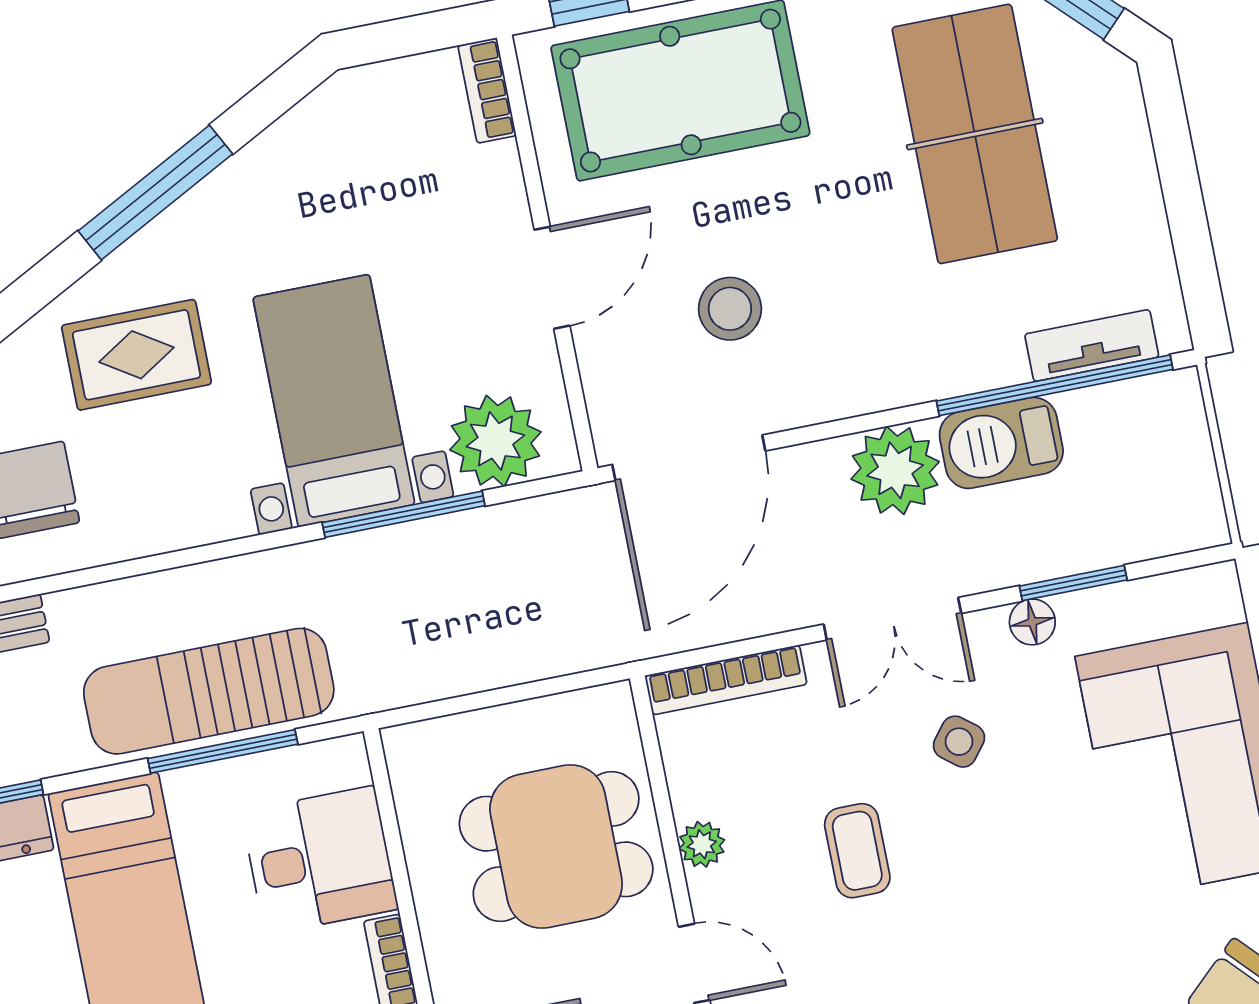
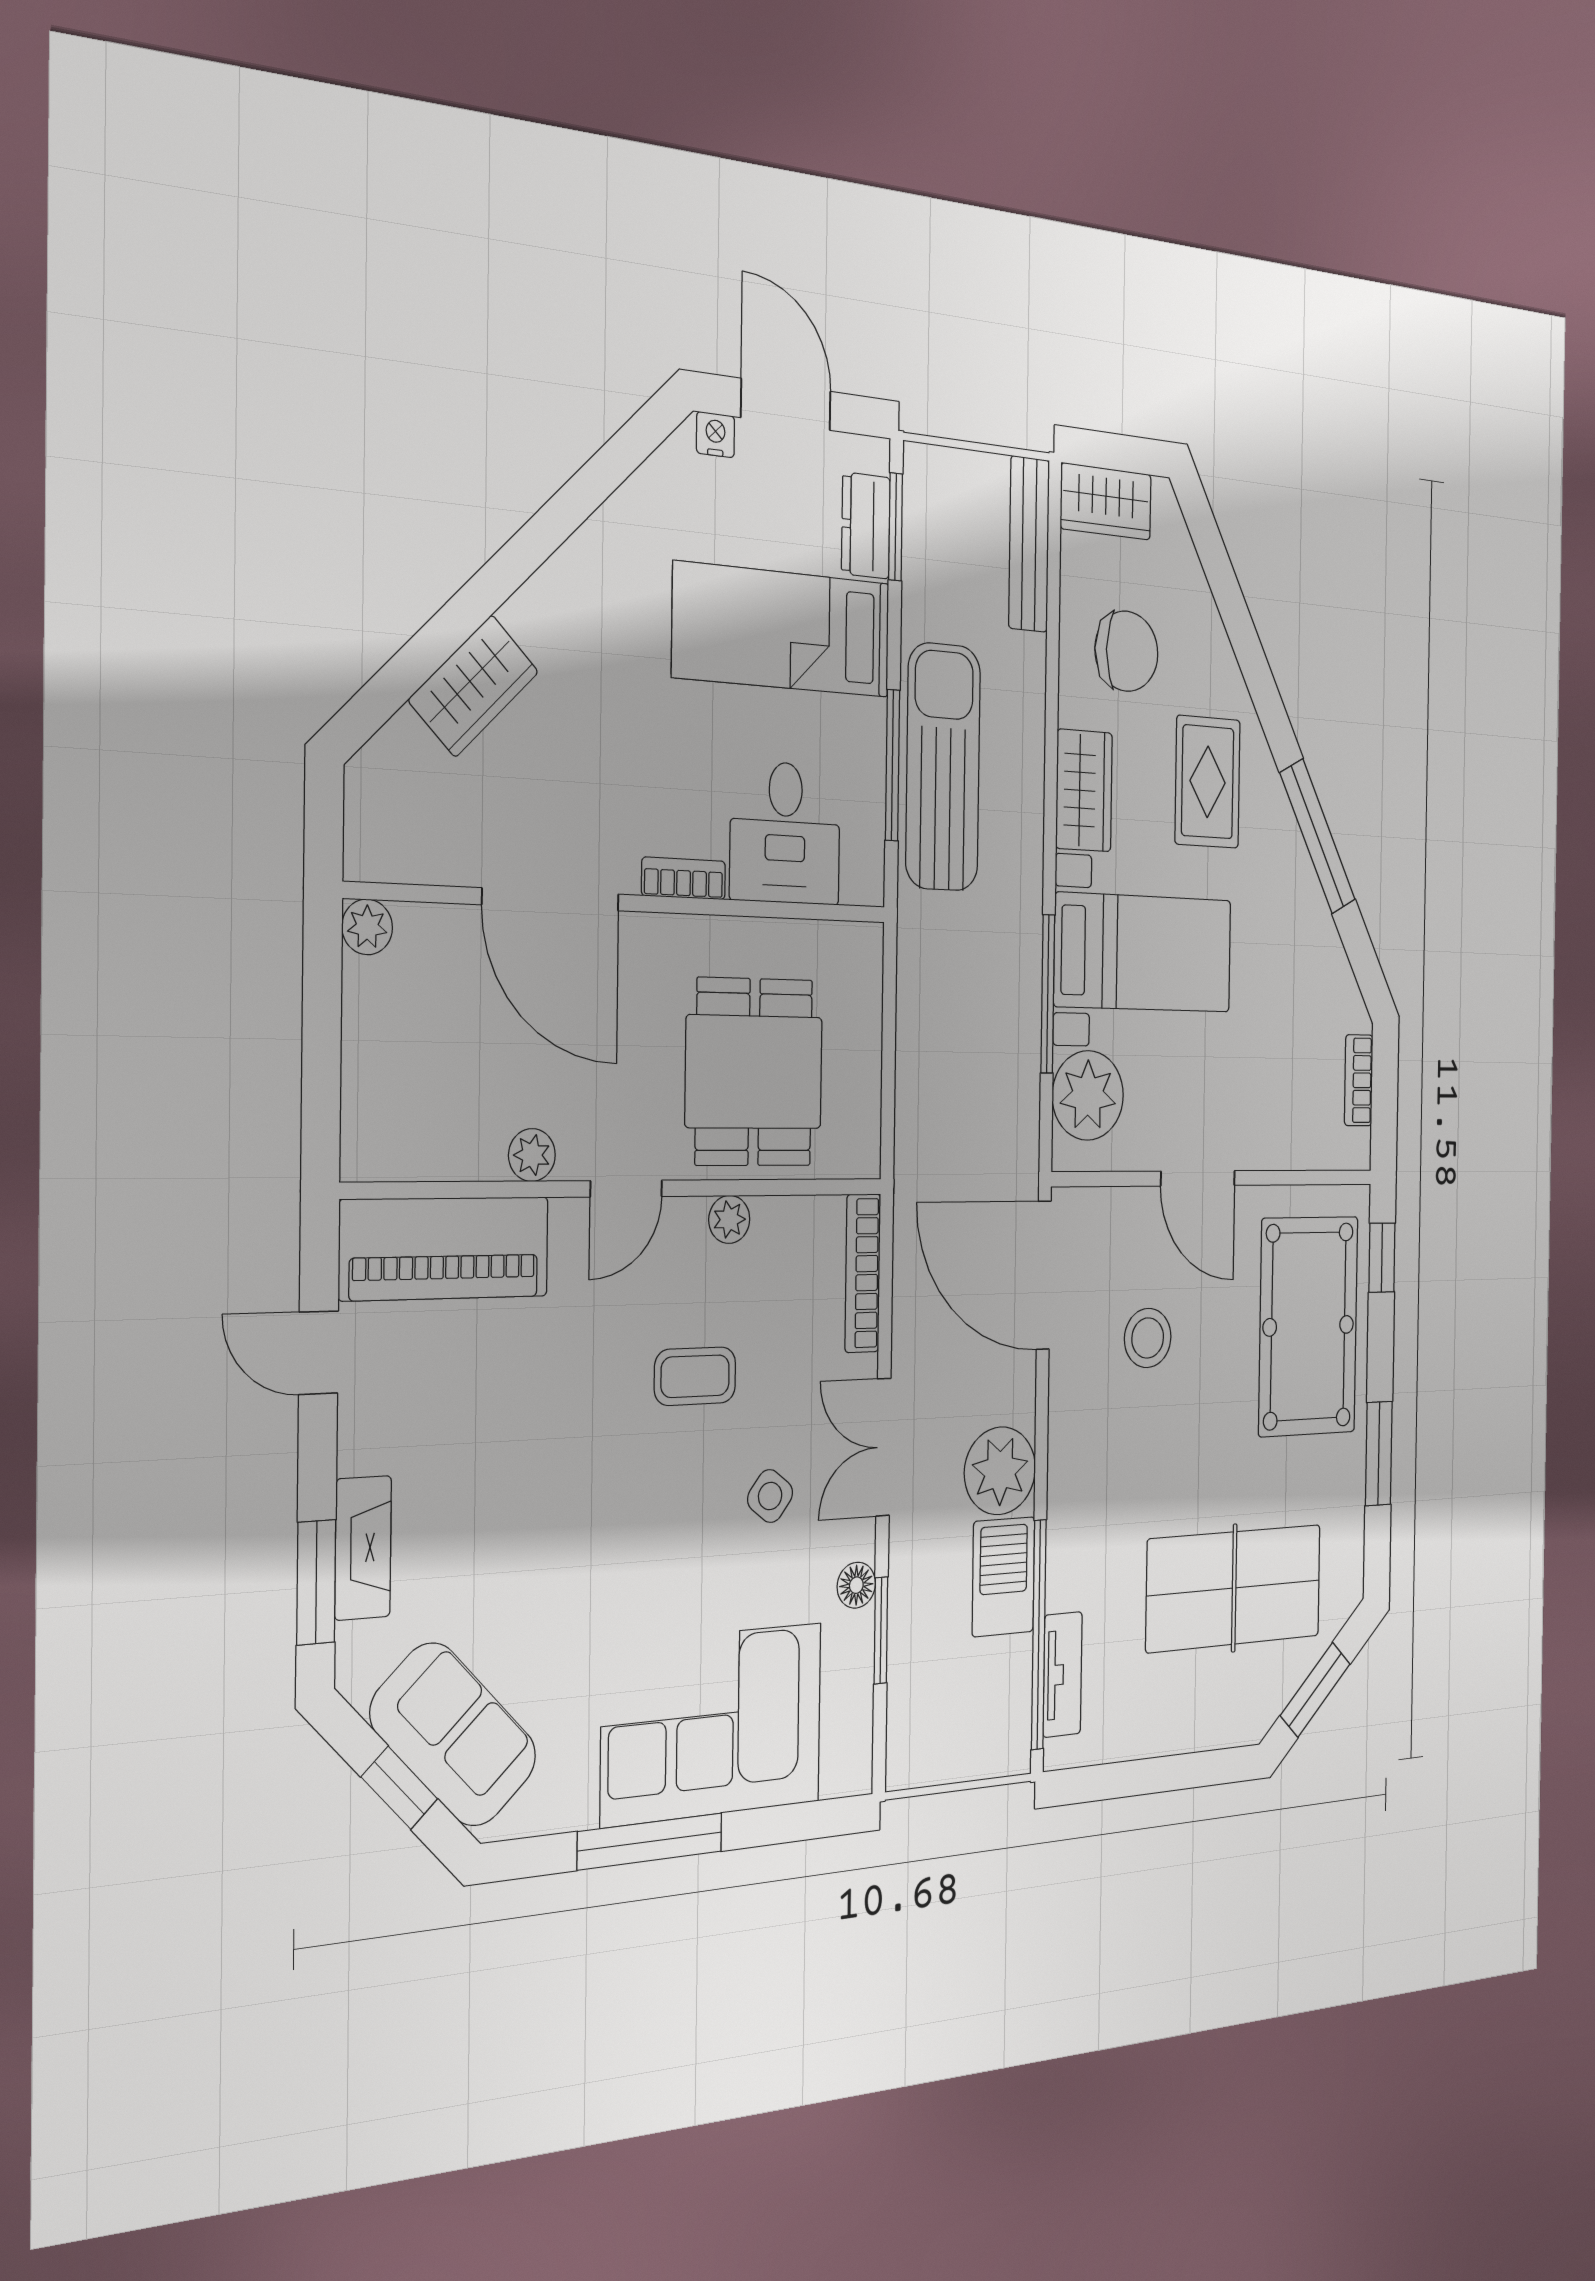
bookcase: (487, 91) -> (1359, 1080), moved, turned -90
wardrobe: (187, 513) -> (1084, 790), added

